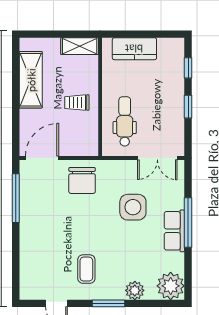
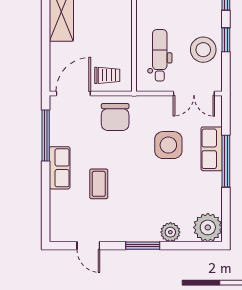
trolley: (77, 103) -> (107, 75), moved, turned 180
stool: (166, 116) -> (203, 50), added
row of seats: (29, 229) -> (60, 168), added
row of seats: (174, 231) -> (212, 149), moved
coffee table: (86, 269) -> (99, 184), moved

